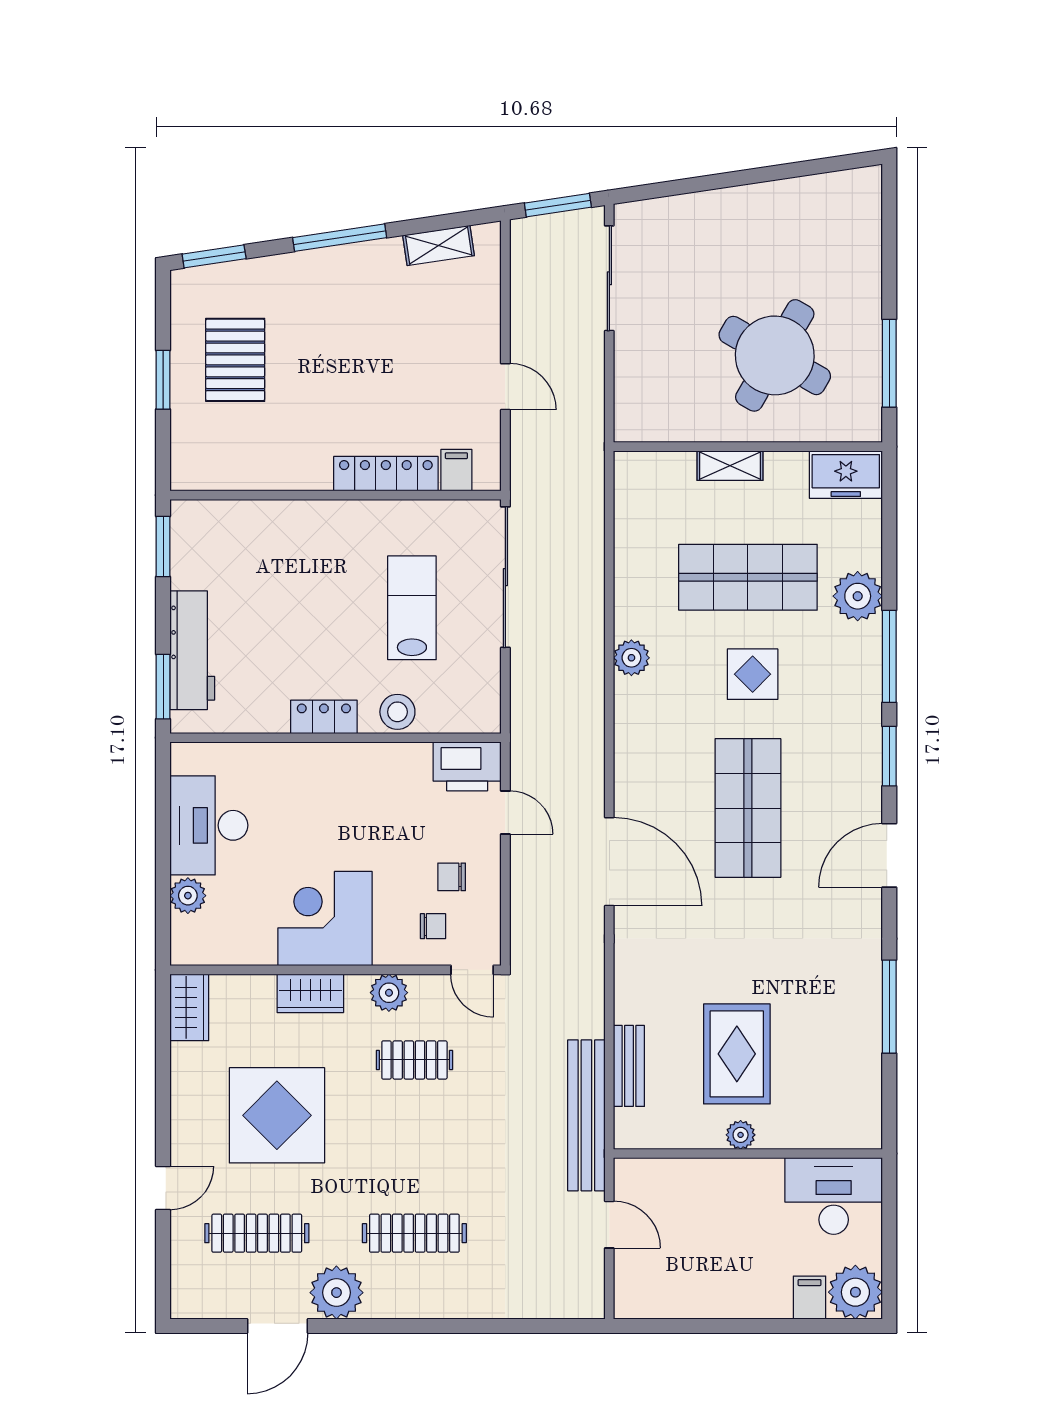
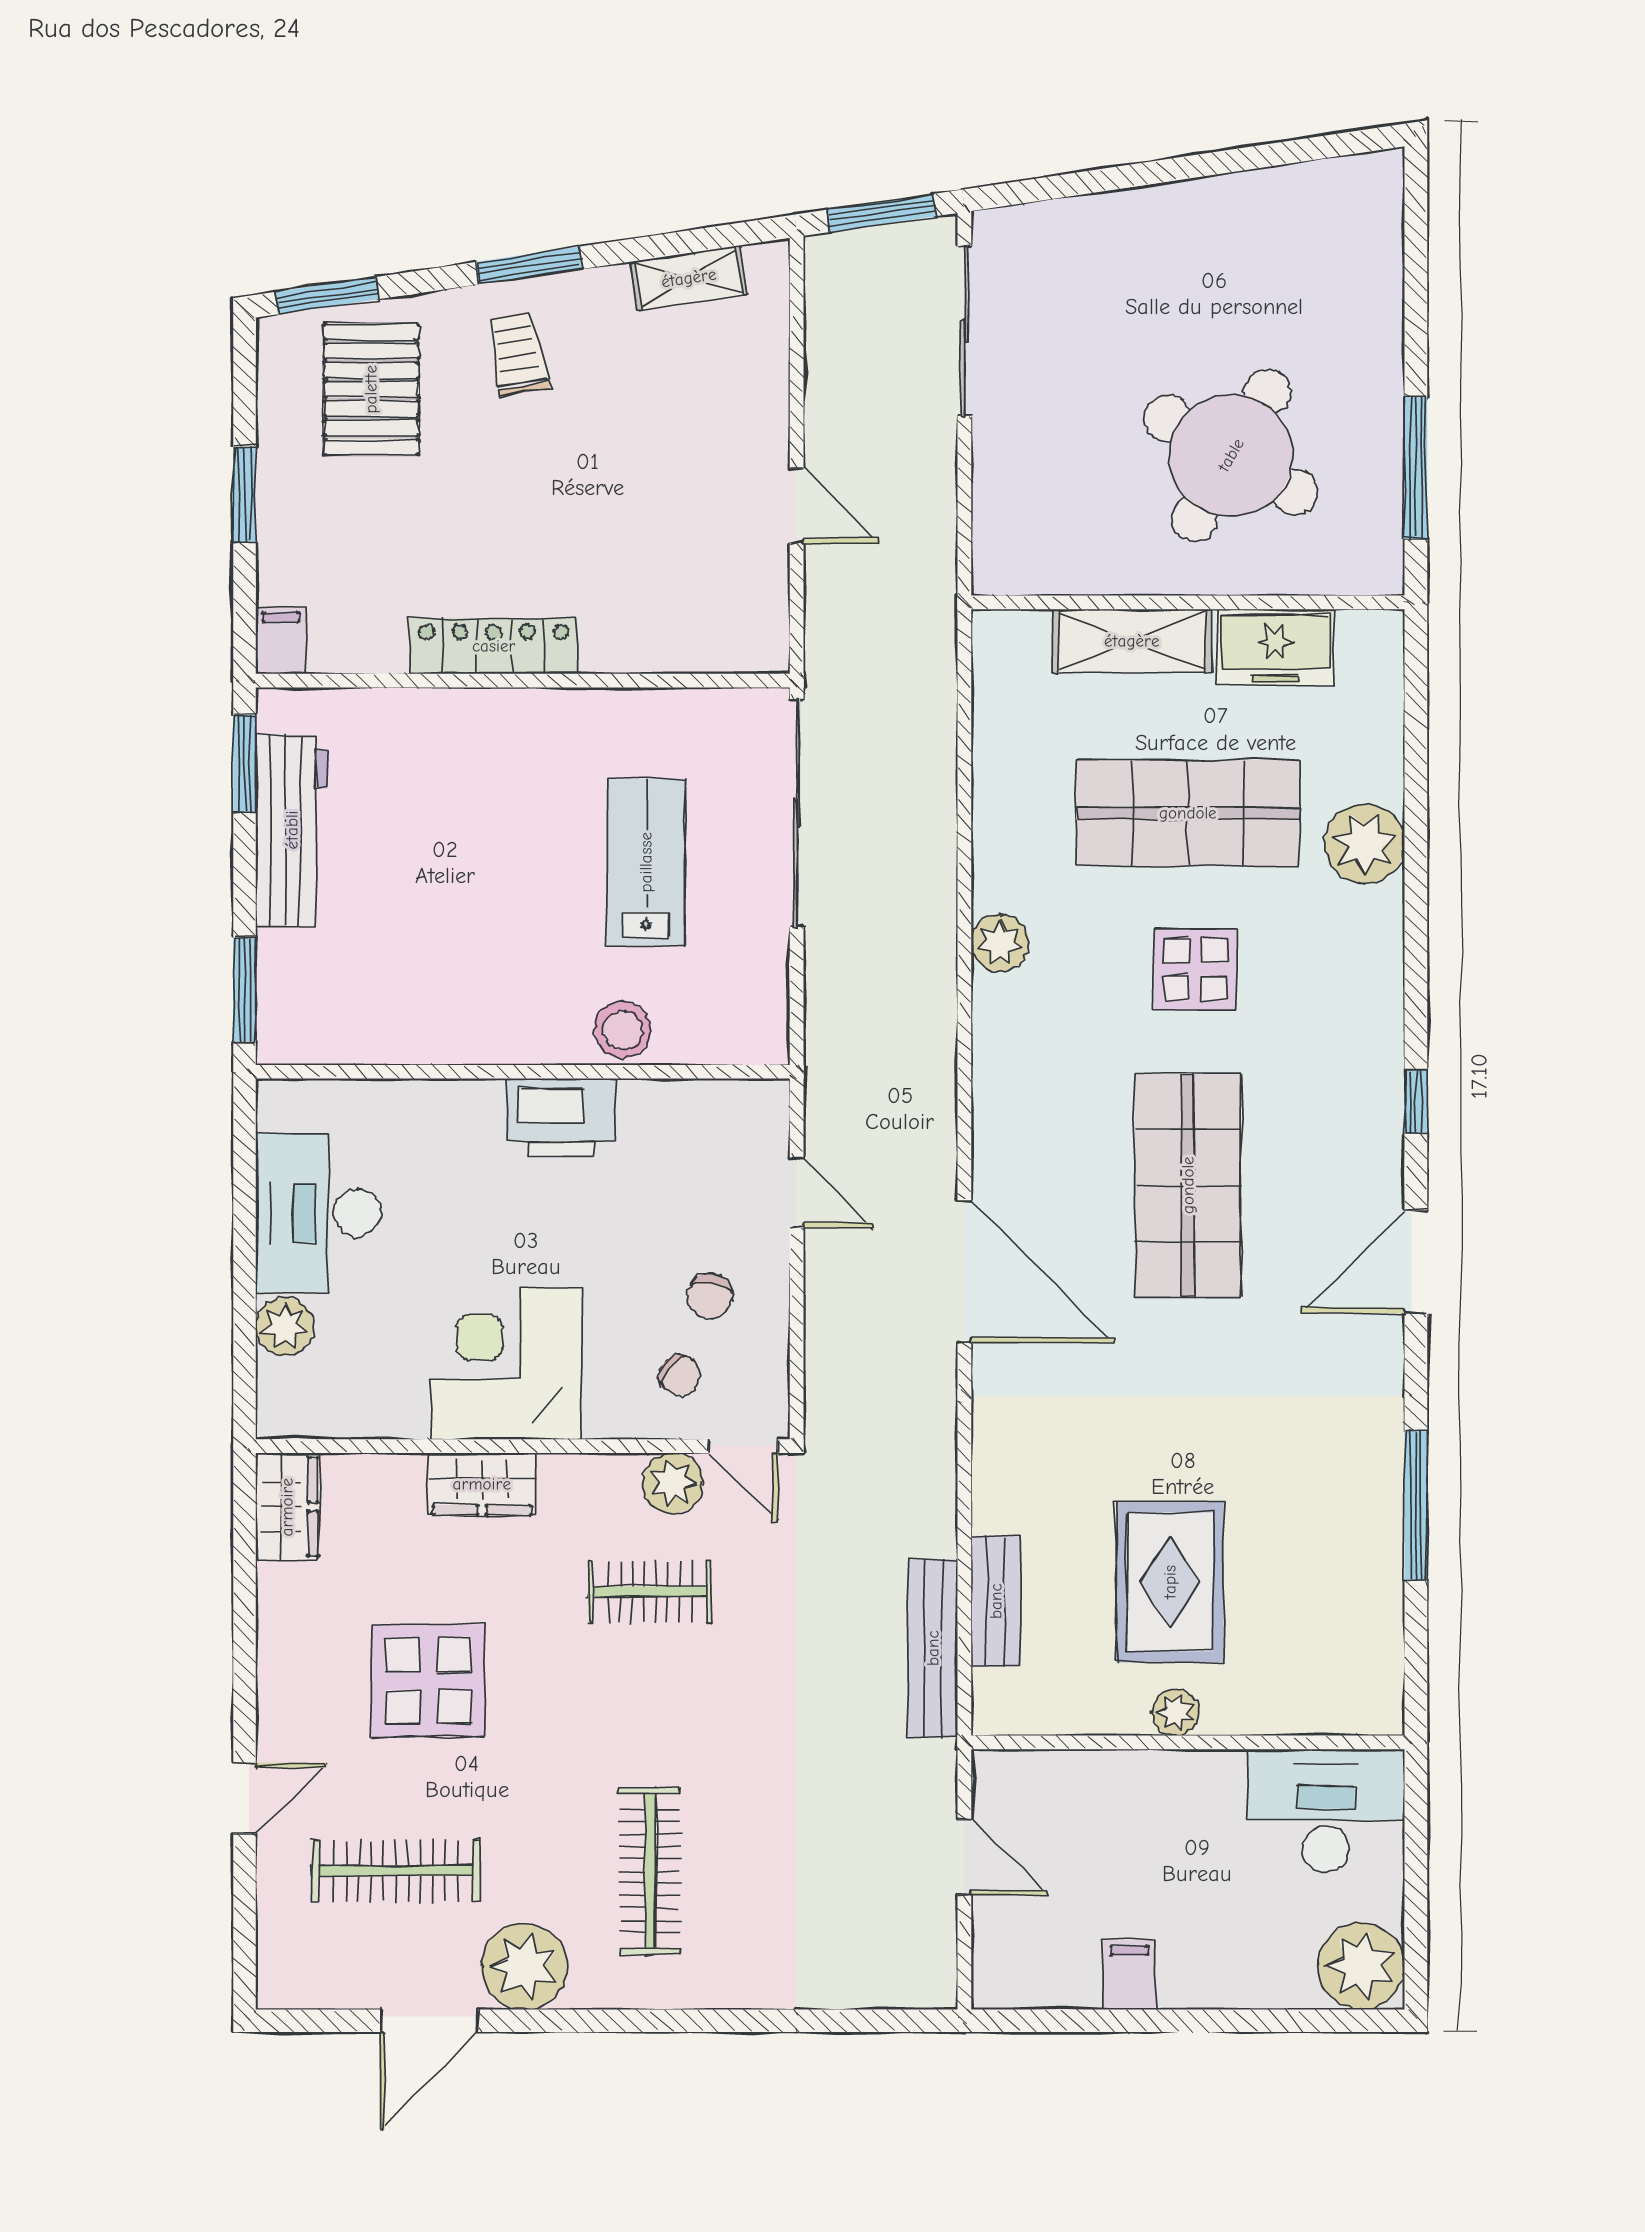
window: (340, 238) -> (529, 265), width x0.69
trolley: (332, 293) -> (518, 354), added
pallet: (235, 360) -> (371, 389), moved
shelving: (730, 466) -> (1132, 641), width x1.50, depth x1.33
filing cabinet: (456, 470) -> (281, 640), moved
locker: (386, 474) -> (494, 646), moved
freezer: (846, 475) -> (1275, 647), moved
workbench: (192, 650) -> (292, 830), moved
window: (889, 656) -> (1416, 941), removed
locker: (324, 717) -> (504, 1038), removed
window: (889, 756) -> (1416, 1101), width x0.67
printer: (467, 766) -> (561, 1118), moved
chair: (452, 877) -> (710, 1296), turned -82
chair: (433, 926) -> (680, 1376), turned 37
plant: (389, 993) -> (673, 1483), moved
display table: (277, 1115) -> (428, 1681), width x0.73, depth x0.73
bench: (586, 1115) -> (933, 1648), width x0.73, depth x0.82
clothes rail: (414, 1233) -> (650, 1871), turned 90
filing cabinet: (810, 1298) -> (1129, 1975), moved

